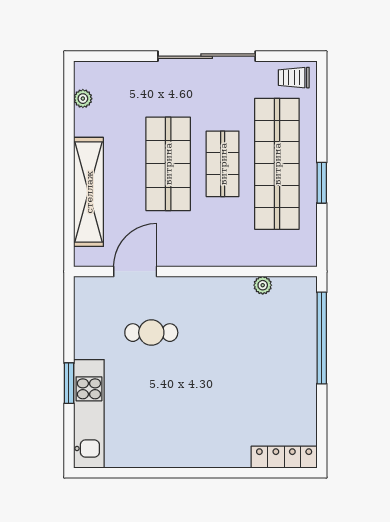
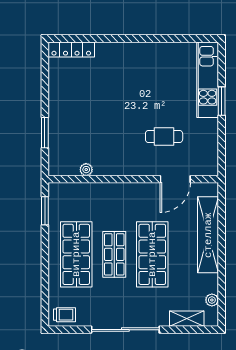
shelving: (119, 72) -> (187, 319), added
shop shelf: (277, 164) -> (76, 254), width x0.71
window: (322, 183) -> (45, 211), moved
window: (322, 338) -> (45, 133), width x0.47

